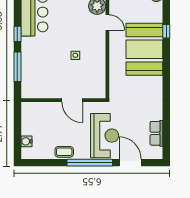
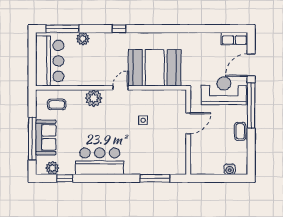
door: (107, 22) -> (121, 88), moved
window: (17, 34) -> (122, 178), removed
booth: (144, 49) -> (155, 68), moved
row of seats: (156, 133) -> (234, 39), moved

